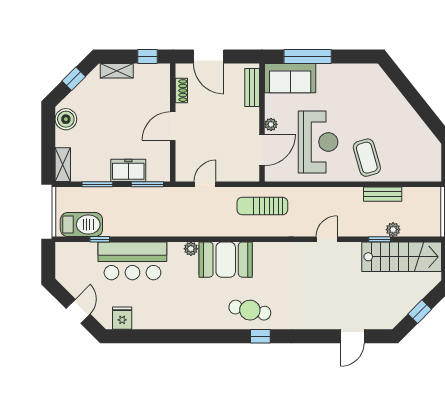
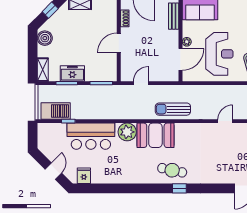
freezer: (128, 170) -> (72, 74), moved
sun lounger: (262, 206) -> (173, 109), moved
plant: (191, 249) -> (127, 132), width x1.88, depth x1.88

